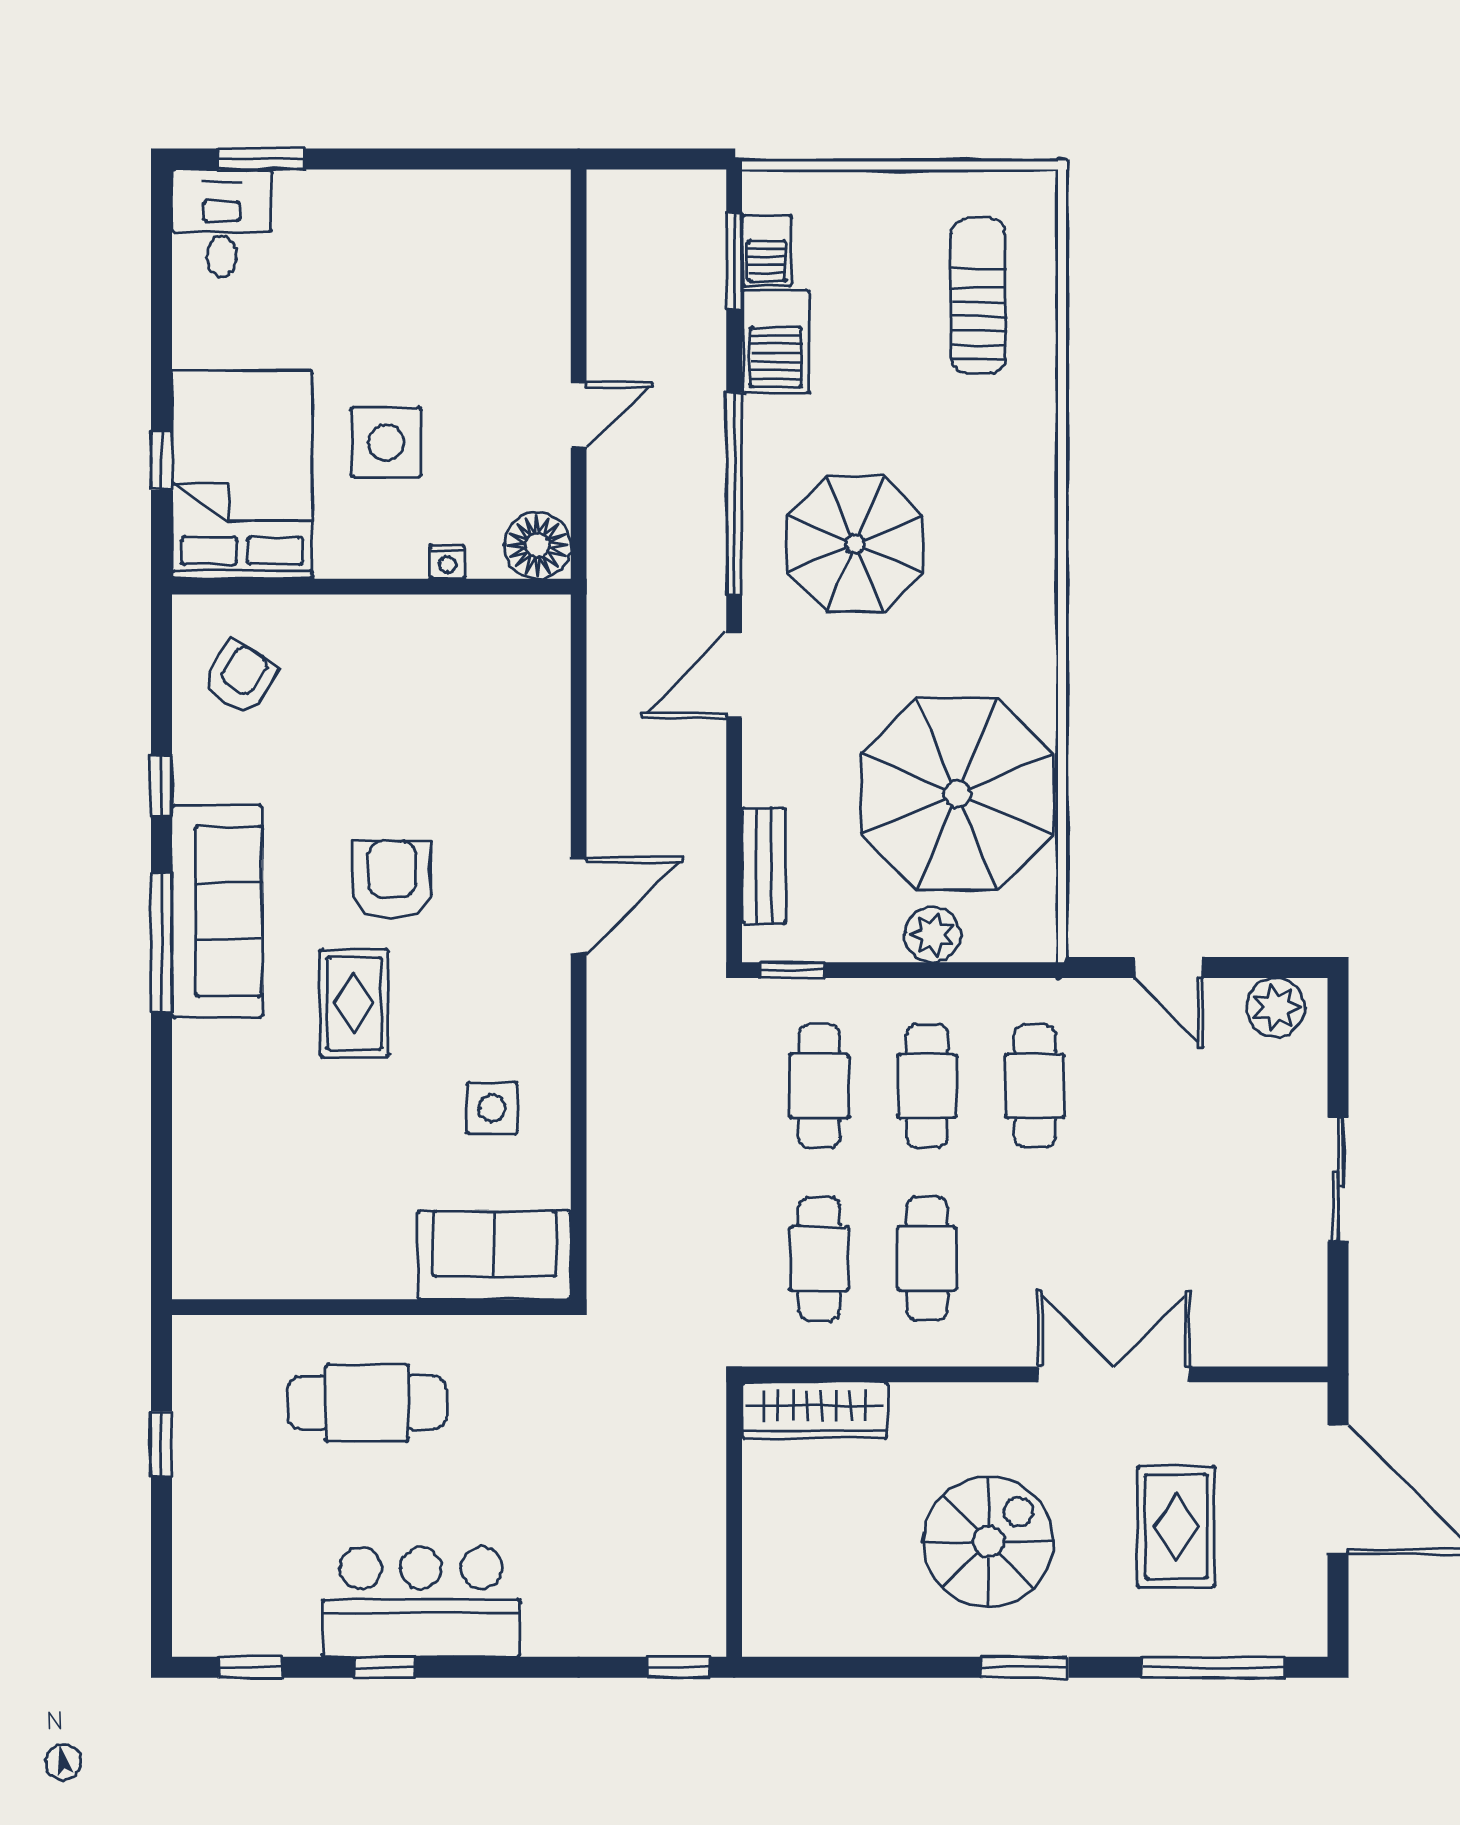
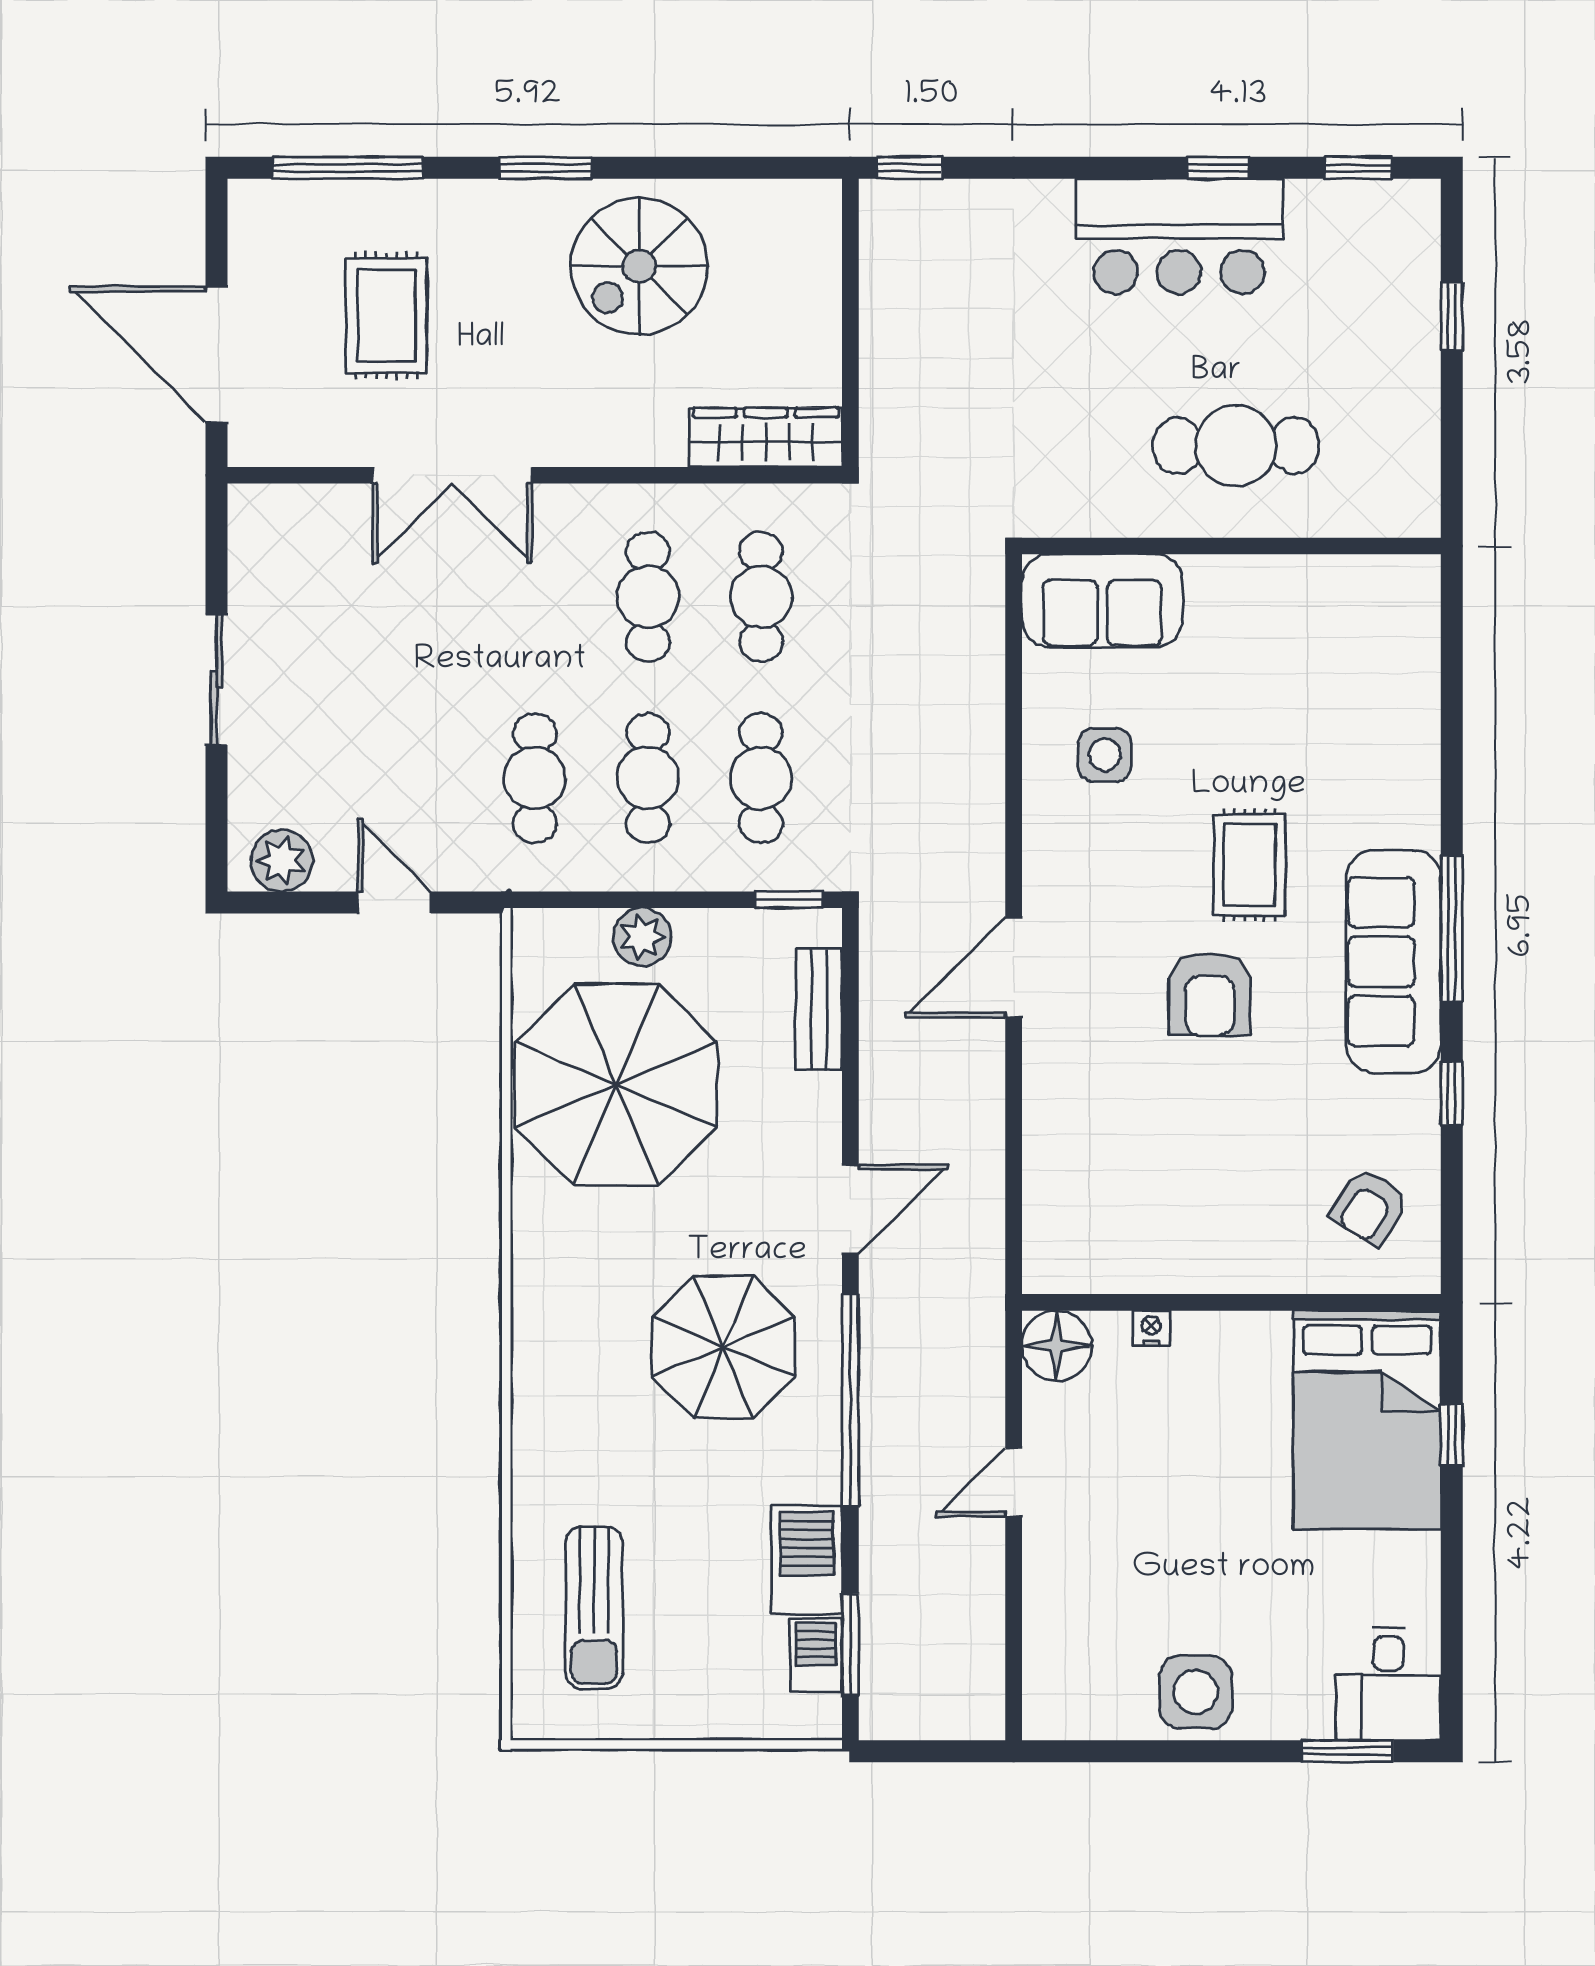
side table: (386, 442) -> (1196, 1692), moved
window: (161, 1444) -> (1452, 317), moved
spiral stairs: (988, 1542) -> (639, 266), moved

